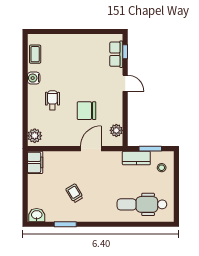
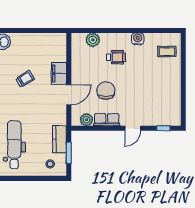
coffee table: (35, 54) -> (167, 52), moved
row of seats: (116, 54) -> (107, 120), moved
plant: (35, 136) -> (93, 40), moved
door: (91, 149) -> (69, 95), hinge flipped
filing cabinet: (35, 162) -> (59, 73), moved, turned 90

